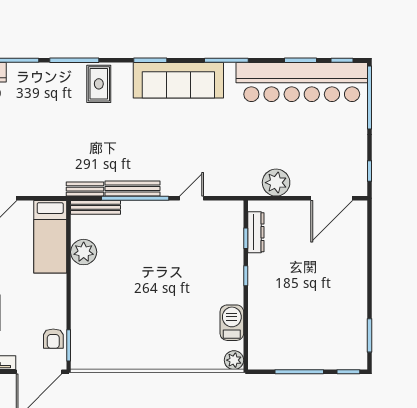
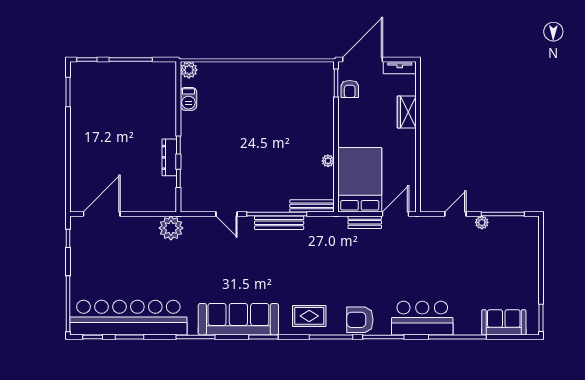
armchair: (42, 80) -> (360, 320), added
rug: (99, 84) -> (309, 316), turned 90
plant: (276, 183) -> (171, 228), moved
bench: (85, 189) -> (365, 222), moved
door: (192, 198) -> (227, 214), hinge flipped
dresser: (256, 232) -> (169, 157), moved
bed: (50, 237) -> (360, 180), width x1.50
plant: (84, 252) -> (328, 161), width x0.53, depth x0.53
barbecue: (232, 323) -> (188, 99), width x0.73, depth x0.79
armchair: (53, 339) -> (350, 89), turned 180

